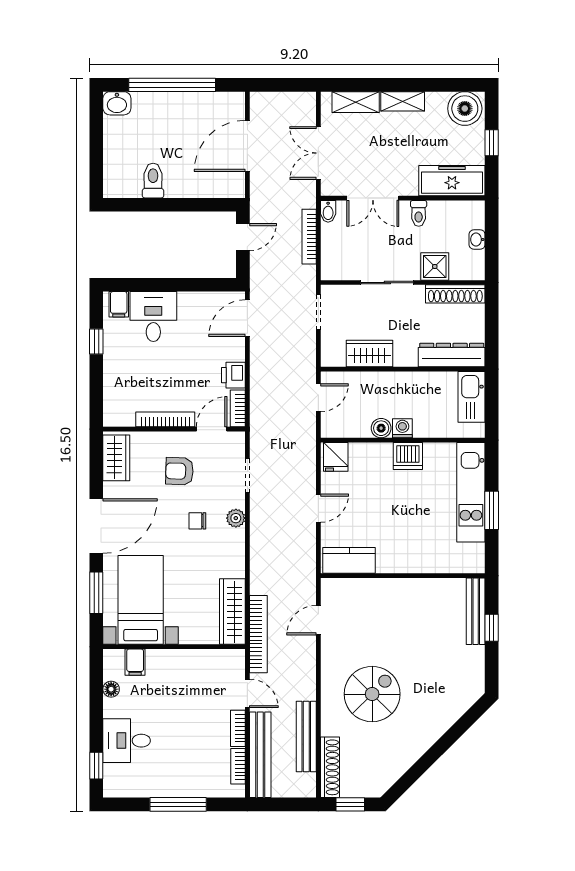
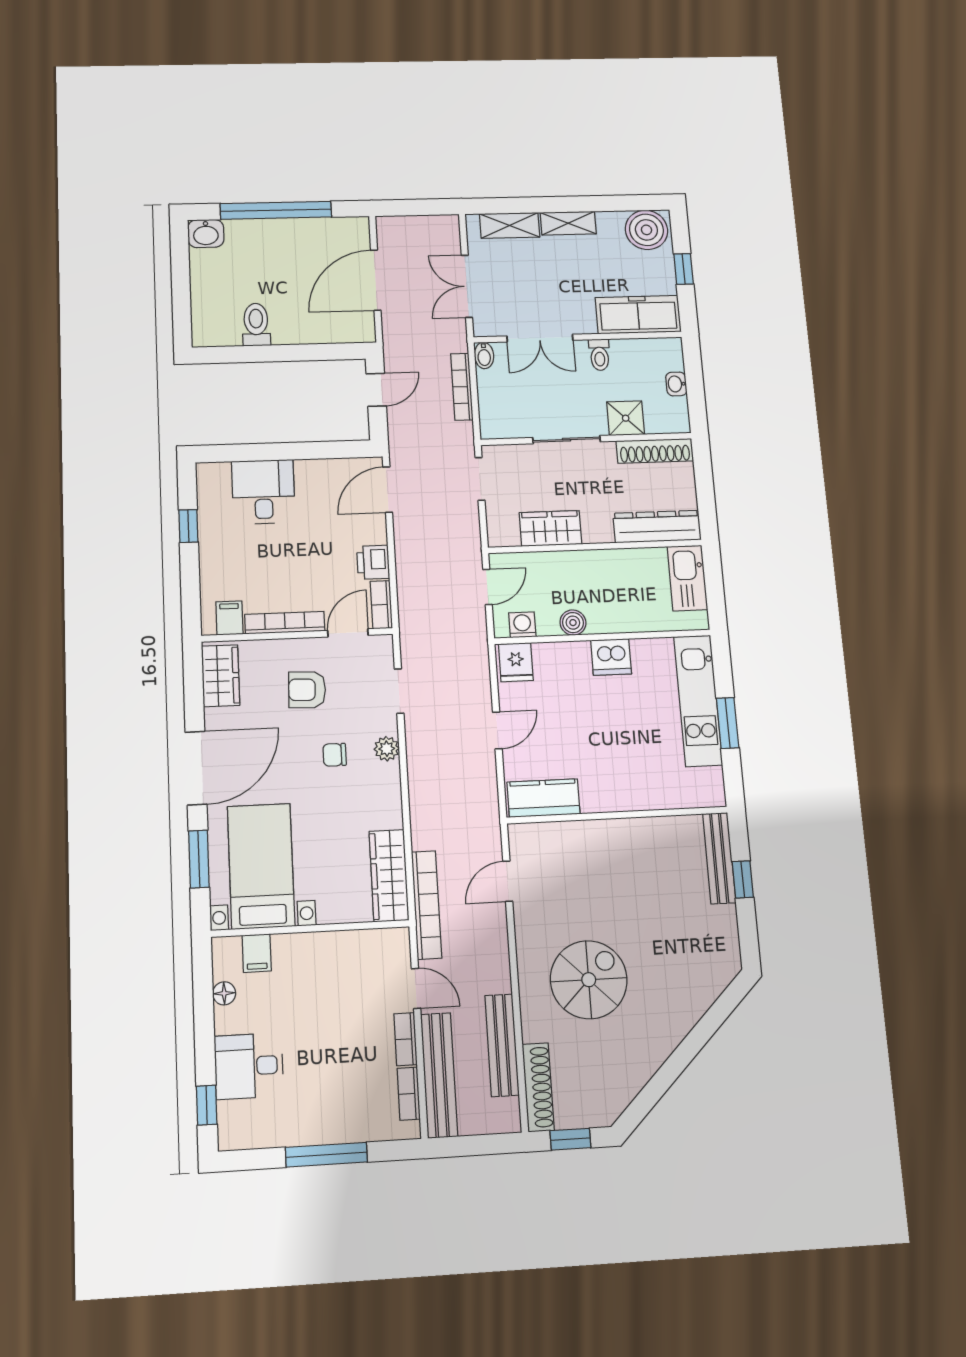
filing cabinet: (119, 304) -> (229, 618), moved, turned 180
washing machine: (402, 428) -> (522, 625), moved

